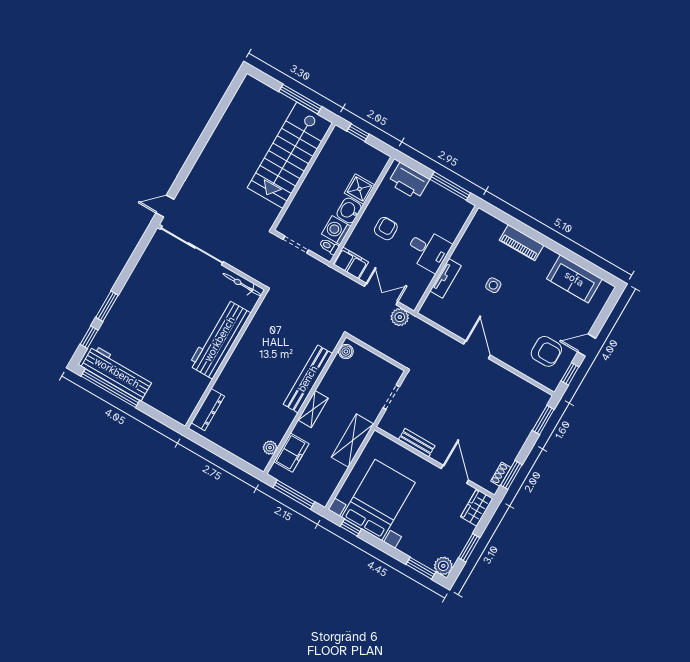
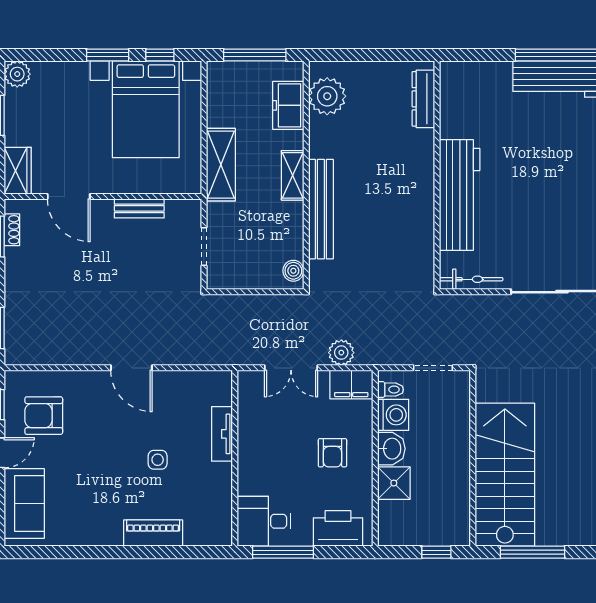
desk: (428, 250) -> (264, 521), moved
sofa: (574, 279) -> (24, 504), moved, turned 90
plant: (400, 317) -> (341, 353), moved
plant: (270, 448) -> (327, 96), width x1.87, depth x1.87
window: (421, 568) -> (108, 55), moved

